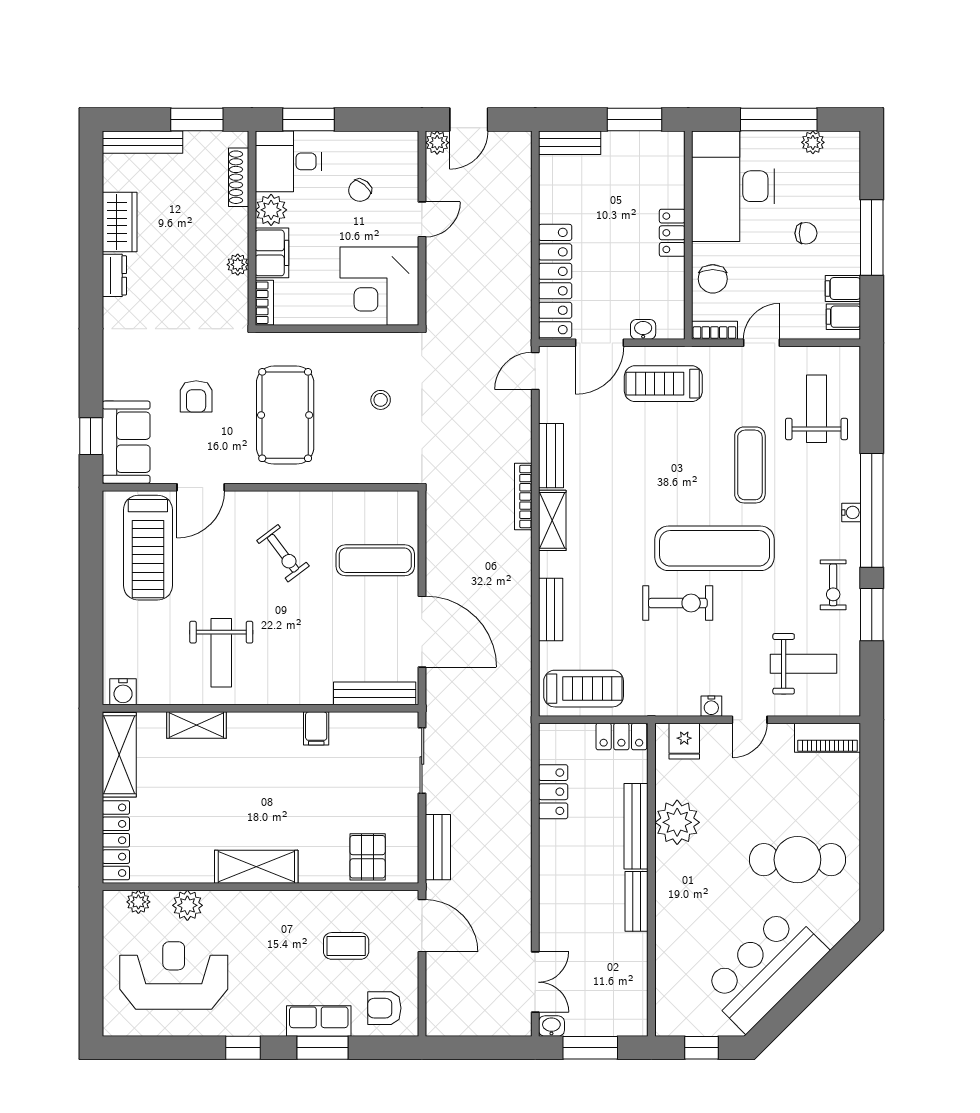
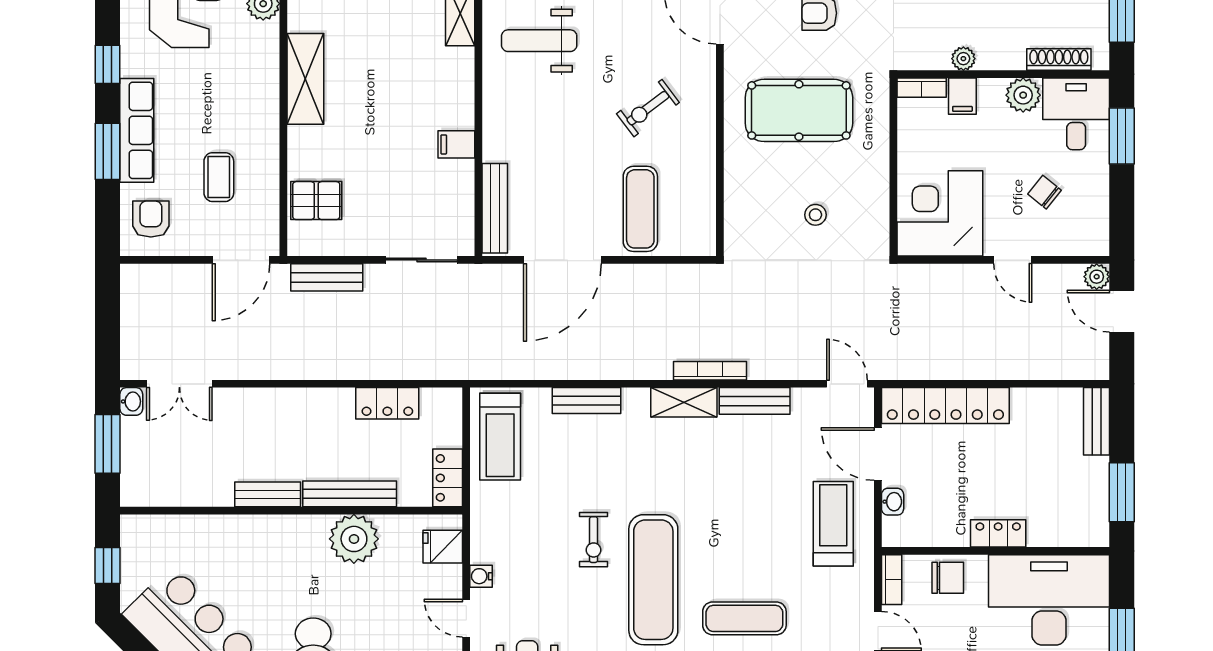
filing cabinet: (272, 253) -> (962, 96), width x0.50
chair: (713, 279) -> (948, 578), turned 180
exercise bike: (678, 603) -> (594, 540), width x0.73, depth x0.72
row of seats: (319, 1021) -> (137, 130), width x1.48

